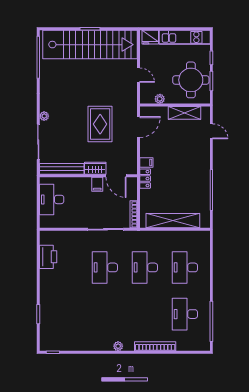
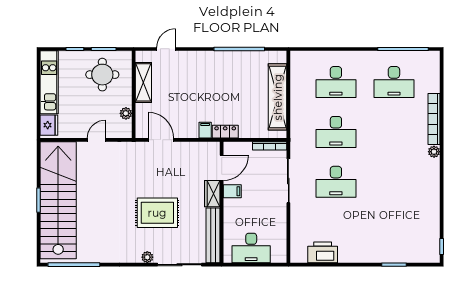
round table: (191, 80) -> (102, 75), width x0.73, depth x0.73
rug: (100, 124) -> (157, 213), moved
plant: (118, 346) -> (434, 152), moved

